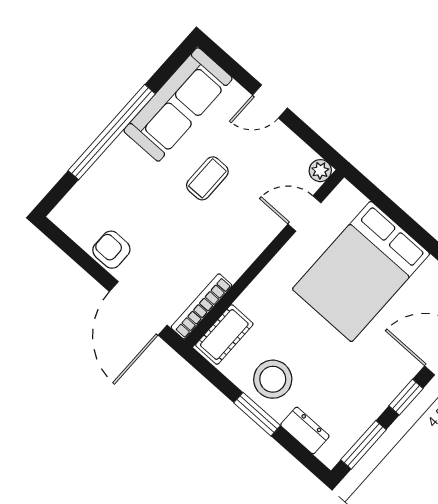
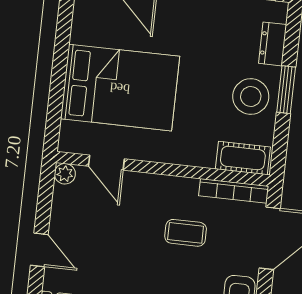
coffee table: (207, 178) -> (186, 233), moved

